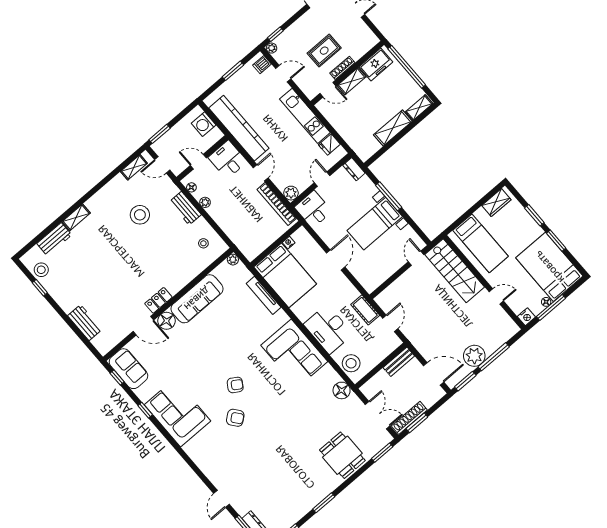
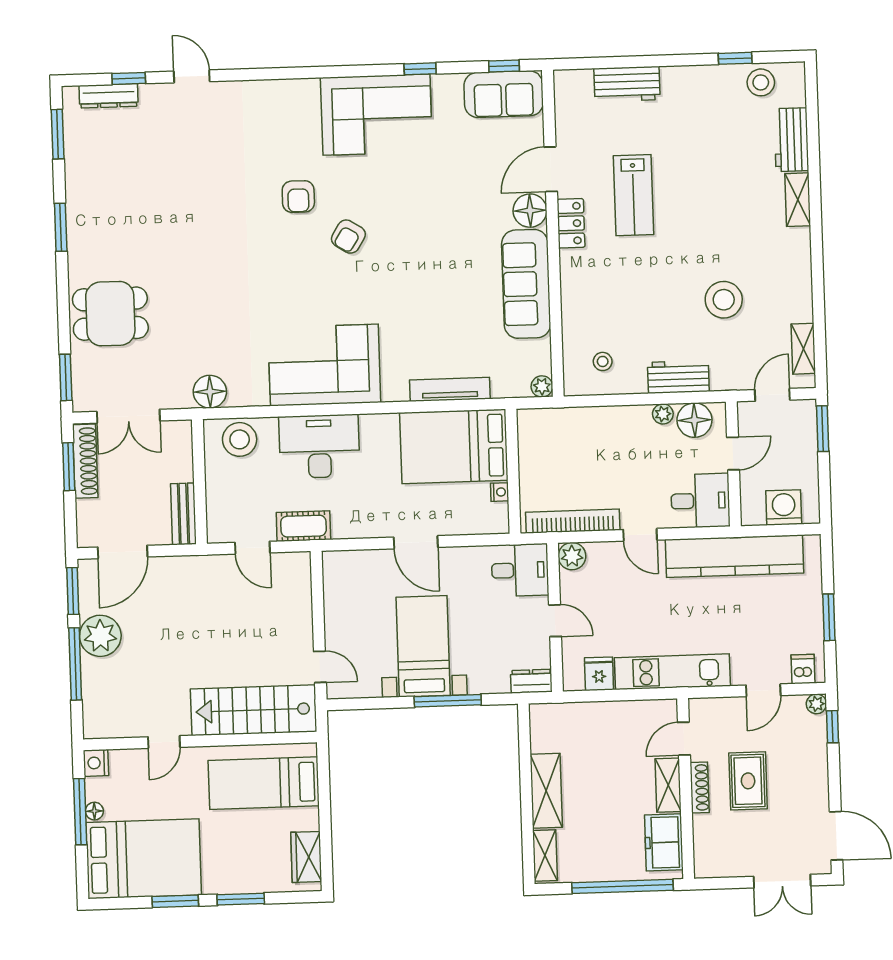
floor lamp: (191, 187) -> (694, 420), width x1.89, depth x1.89
lab bench: (127, 284) -> (634, 195), added
armchair: (235, 418) -> (298, 197), turned -51

